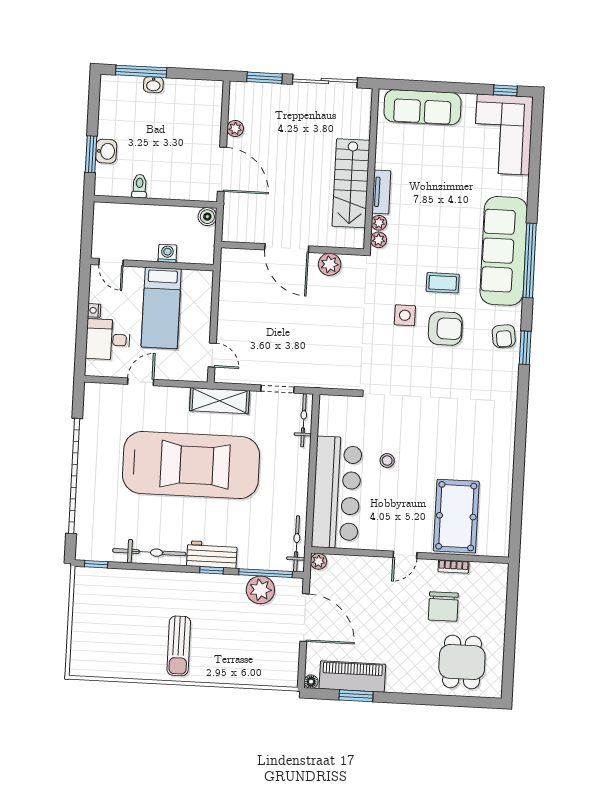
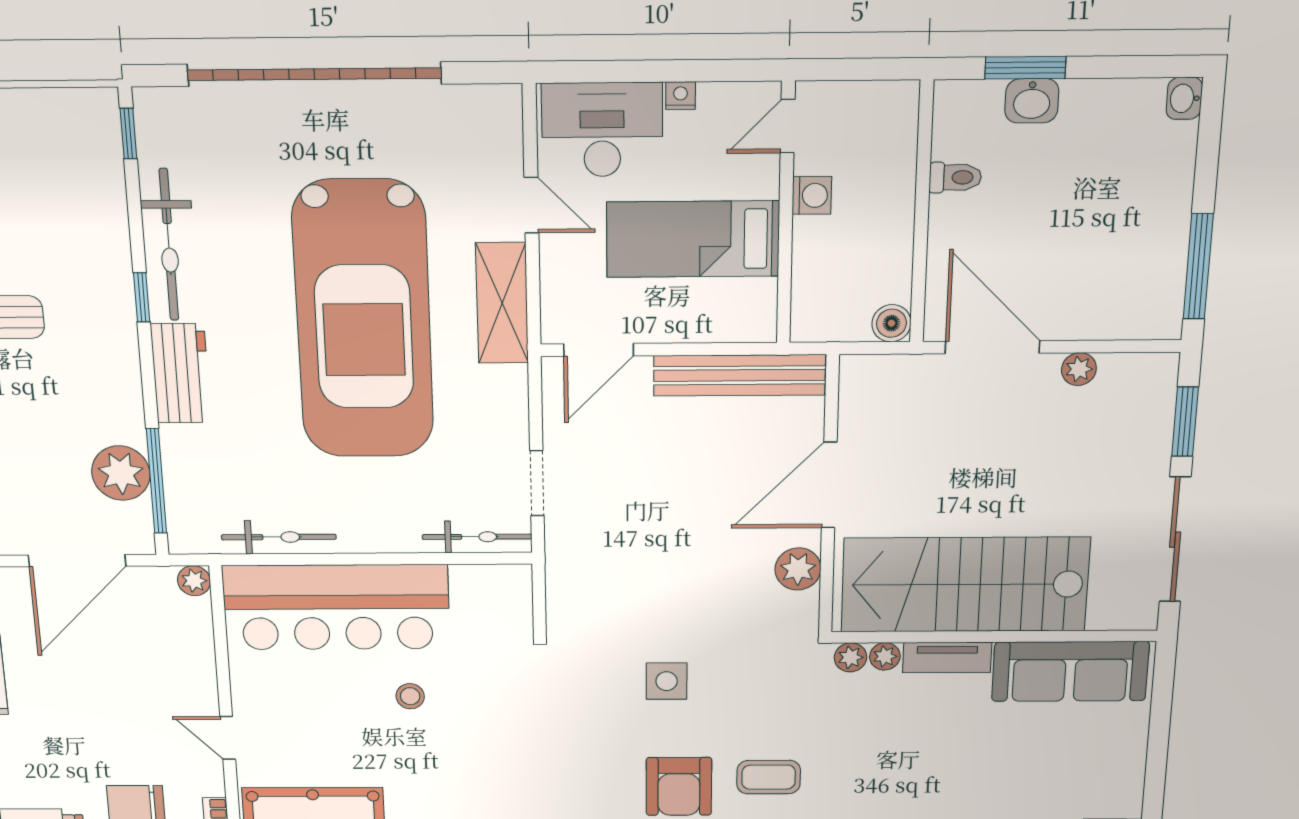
window: (141, 71) -> (1198, 266), moved
washbasin: (153, 85) -> (1184, 98), moved
sofa: (422, 107) -> (1070, 671), moved, turned -90
door: (222, 169) -> (992, 347), swing flipped
stairs: (351, 183) -> (965, 585), width x1.36, depth x1.51
washing machine: (167, 253) -> (812, 195), moved
coffee table: (443, 283) -> (769, 777), turned 90
bench: (229, 289) -> (739, 375), added
side table: (405, 315) -> (667, 681), moved
desk: (108, 340) -> (602, 130), width x1.37
door: (212, 355) -> (599, 350), width x1.38
shelving: (219, 401) -> (502, 303), moved
bicycle: (297, 544) -> (279, 537), moved
window: (212, 570) -> (142, 297), moved

